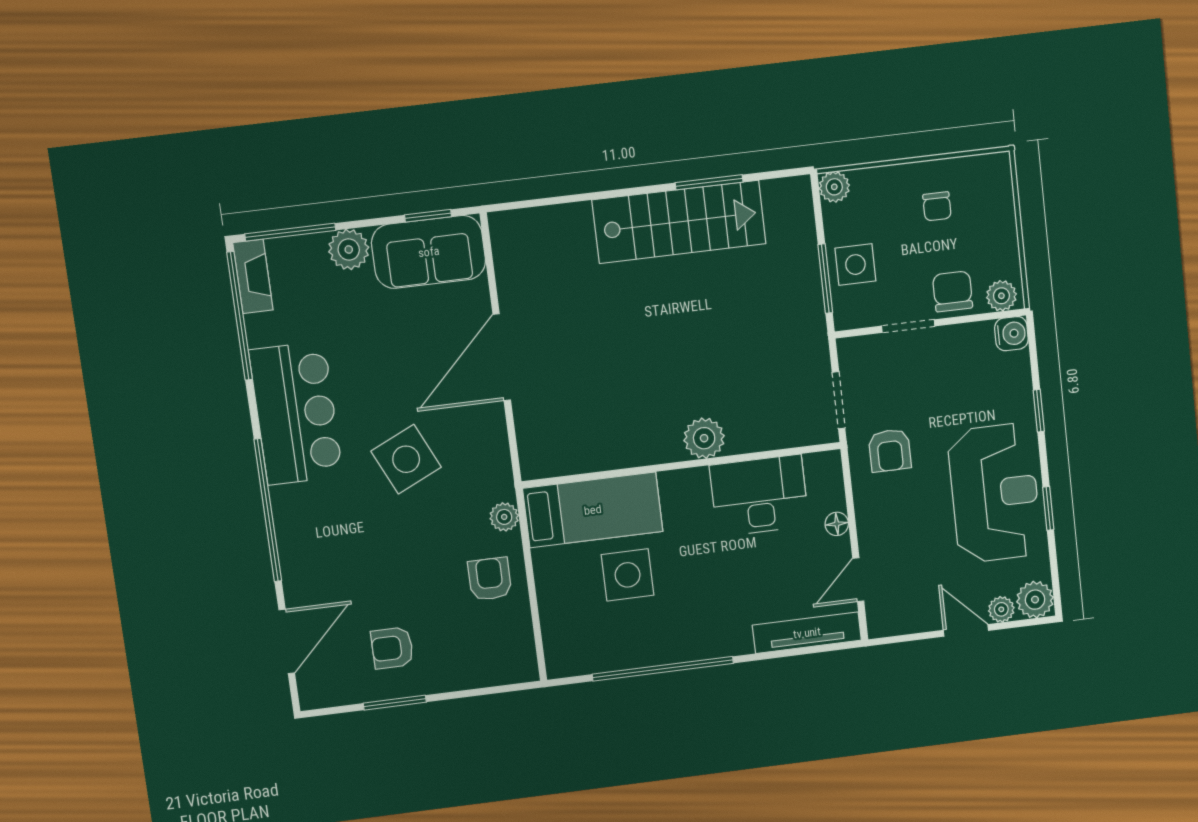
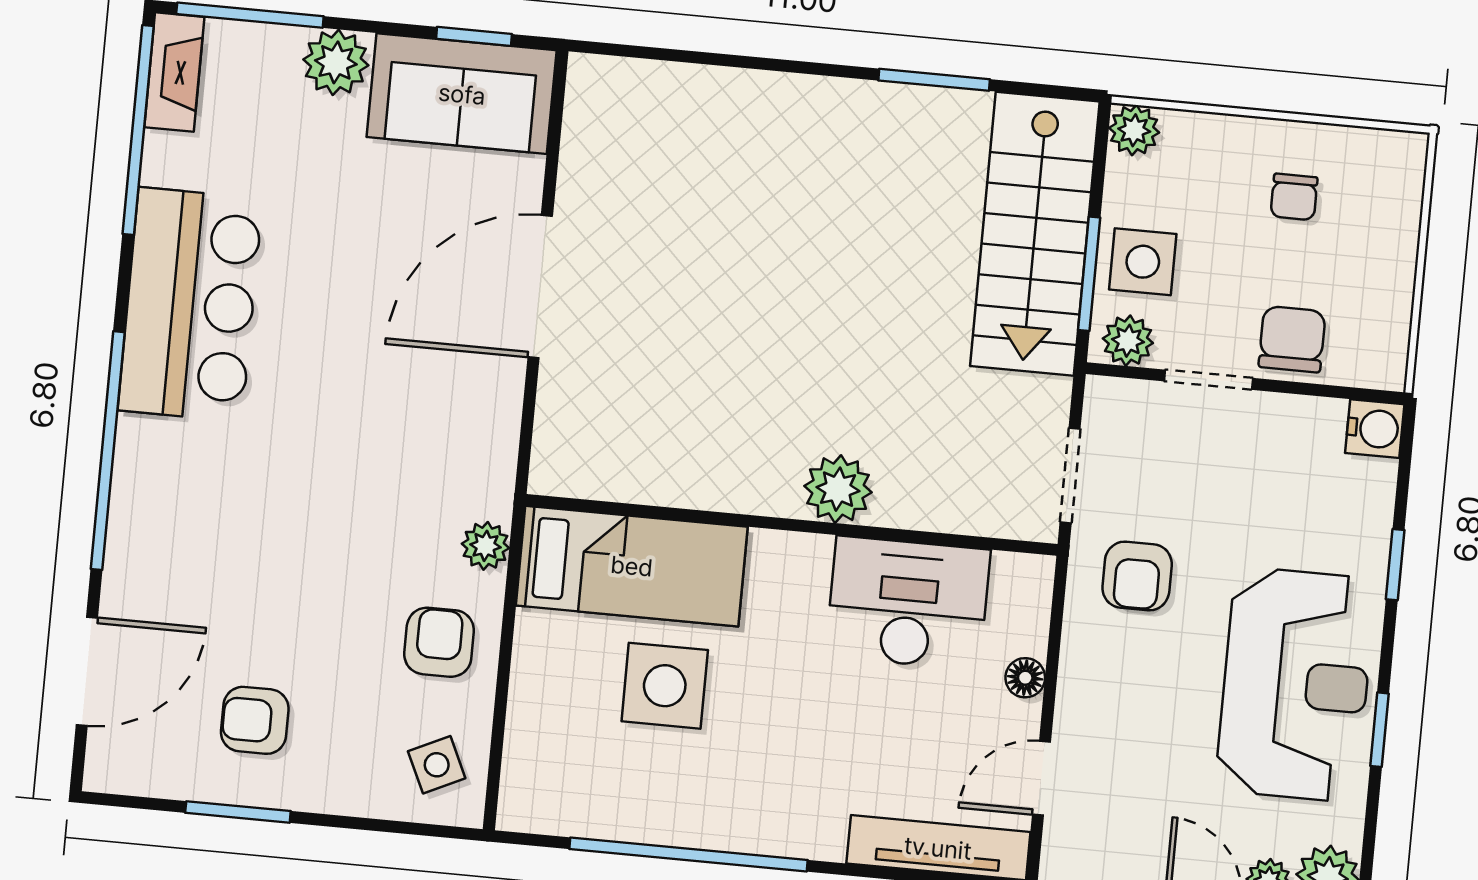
stairs: (679, 222) -> (1035, 234), moved, turned 90
plant: (1001, 296) -> (1128, 341), moved
side table: (406, 459) -> (437, 765), moved, width x0.54, depth x0.54

